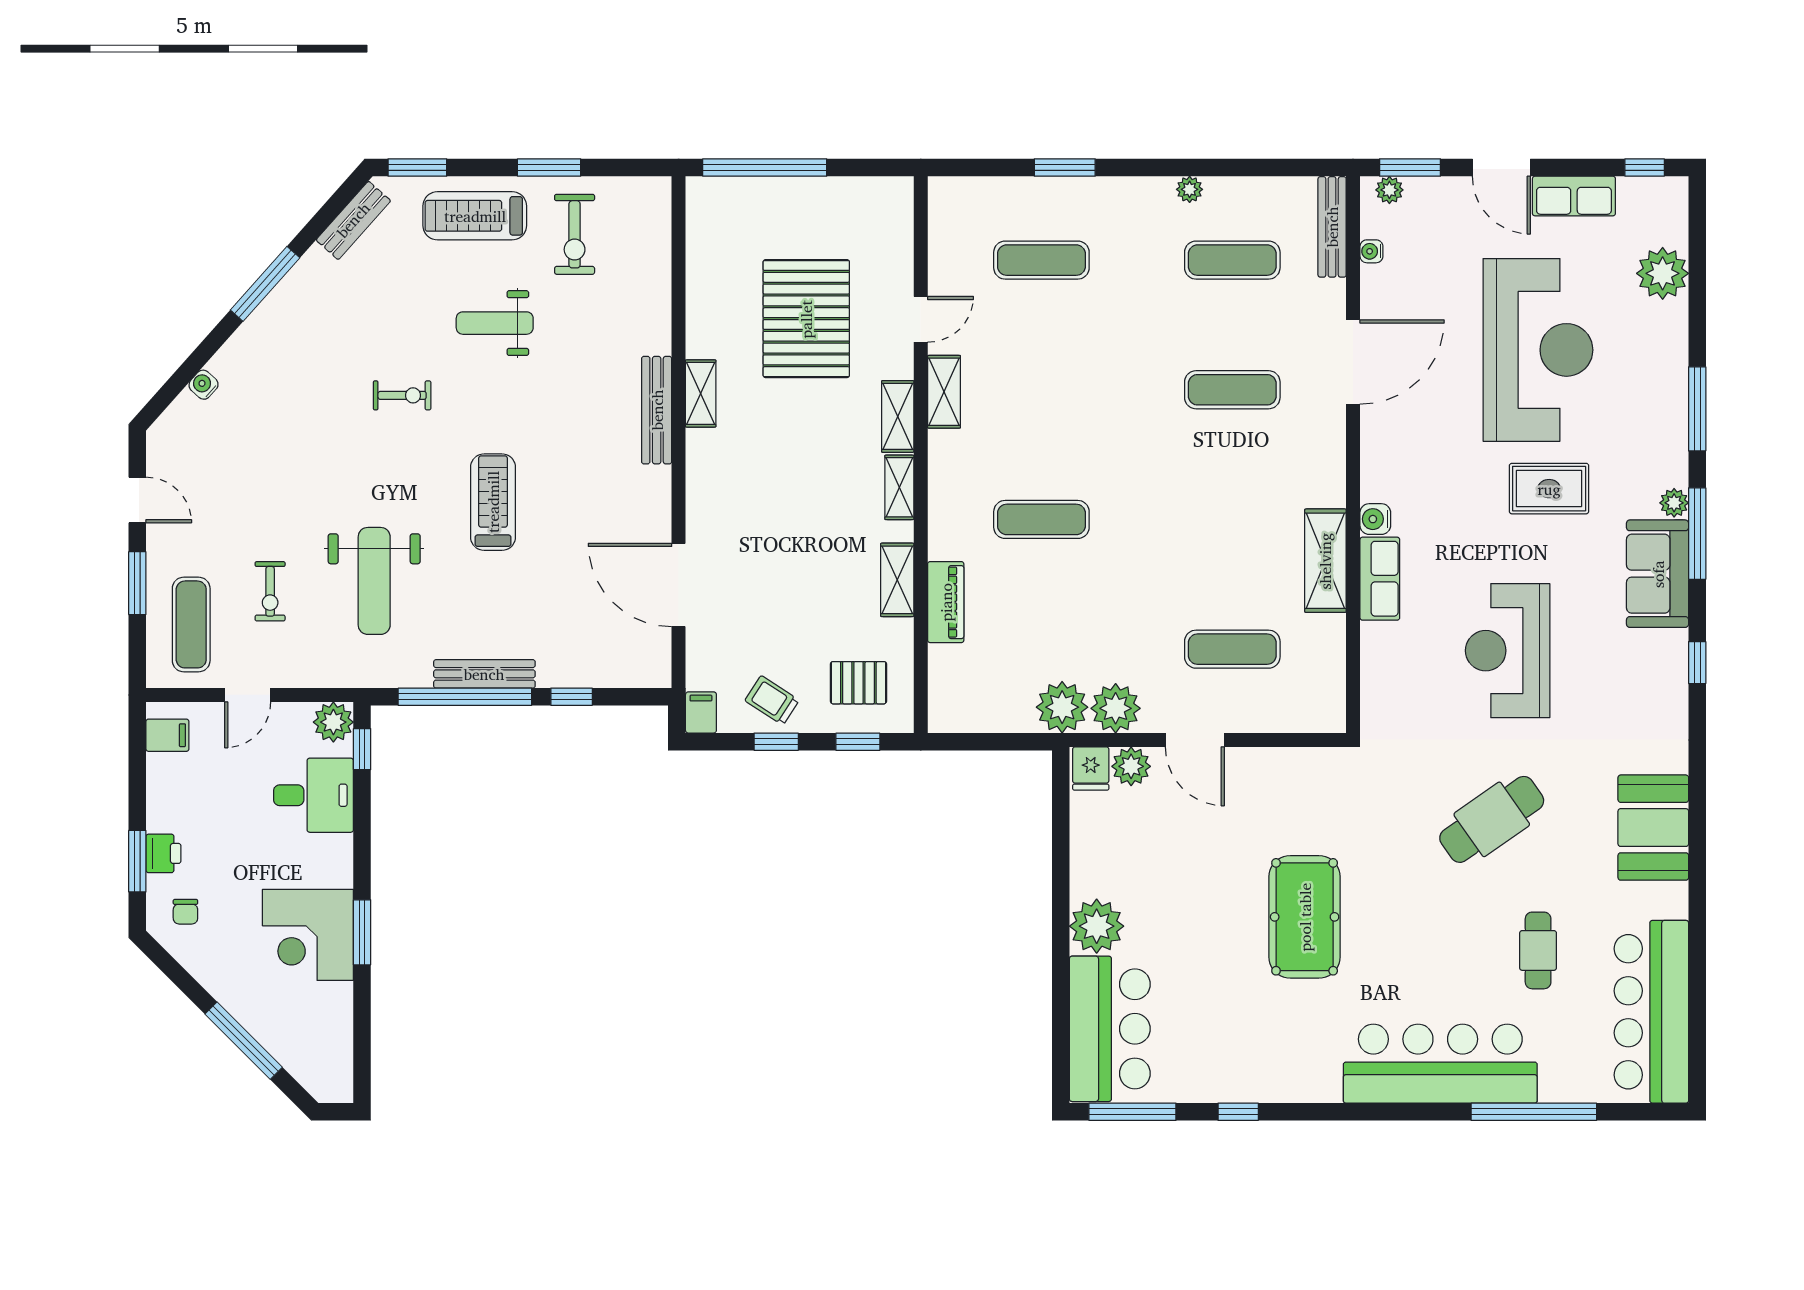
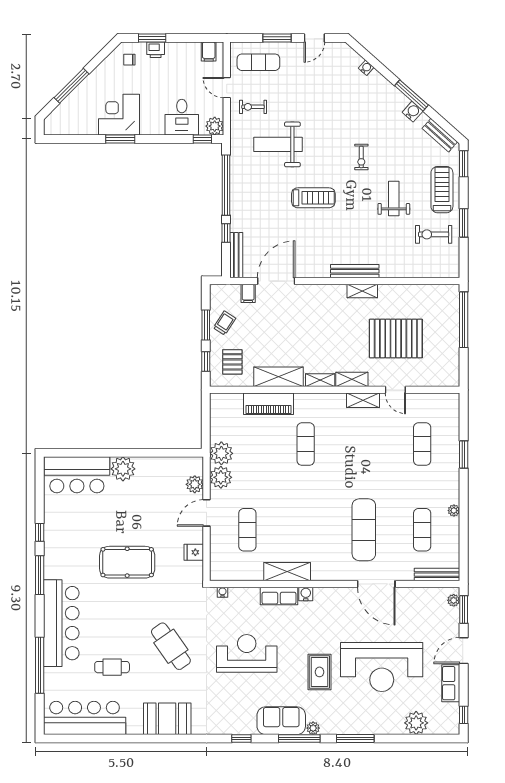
water cooler: (1371, 251) -> (222, 592), moved
water cooler: (301, 281) -> (413, 112), added
exercise mat: (1232, 390) -> (364, 530), width x1.36, depth x1.45
shelving: (897, 580) -> (278, 377), width x1.50, depth x1.33
exercise bike: (270, 591) -> (253, 107), moved
piano: (946, 602) -> (268, 404), width x1.37, depth x1.33
bench: (484, 674) -> (236, 255), moved
filing cabinet: (701, 712) -> (248, 293), moved, turned 90
window: (776, 742) -> (206, 325), width x1.50
fridge: (1091, 768) -> (194, 552), moved
window: (1132, 1112) -> (40, 575), moved

